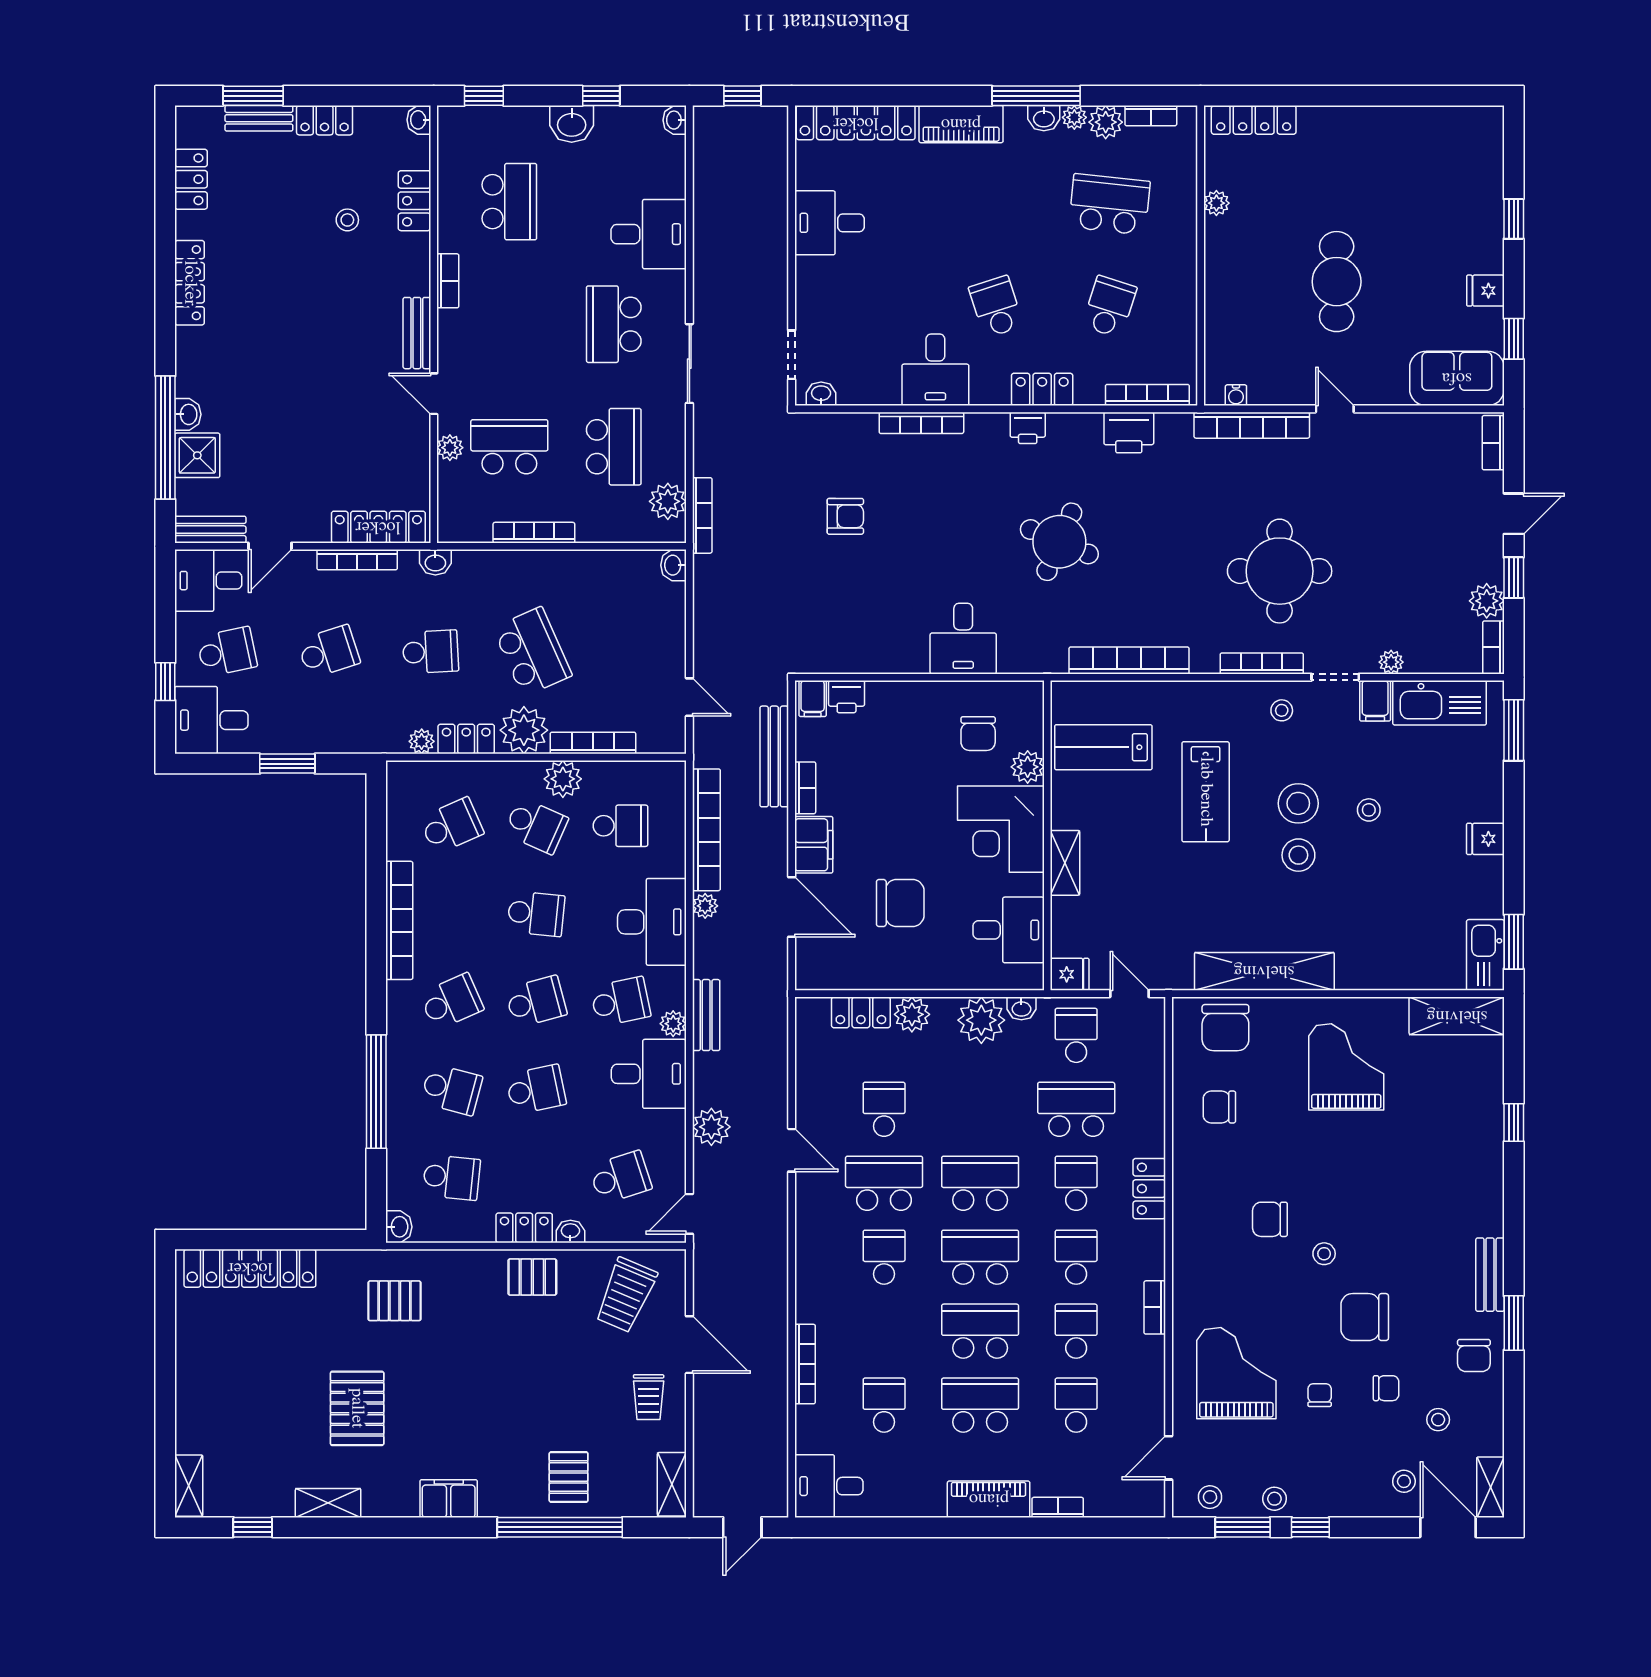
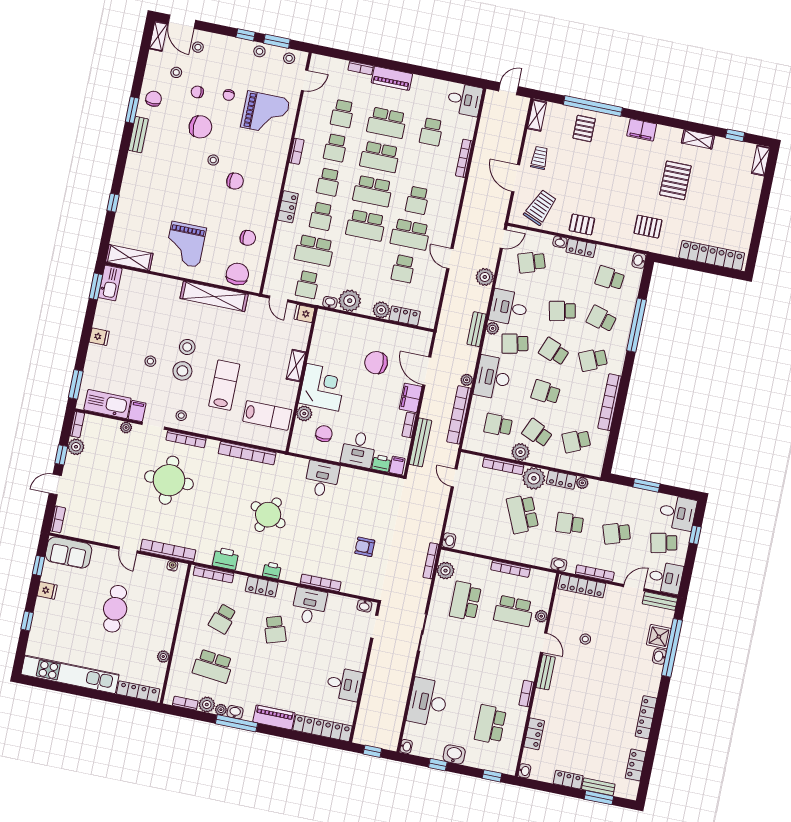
kitchen unit: (1402, 126) -> (70, 674), added
stool: (347, 220) -> (585, 639), moved
desk: (649, 234) -> (428, 702), width x1.37
school desk: (614, 324) -> (454, 658), removed
desk: (1009, 930) -> (359, 449), moved, turned -90
school desk: (536, 1002) -> (554, 352), turned 36
grand piano: (1236, 1373) -> (265, 113), turned -90

